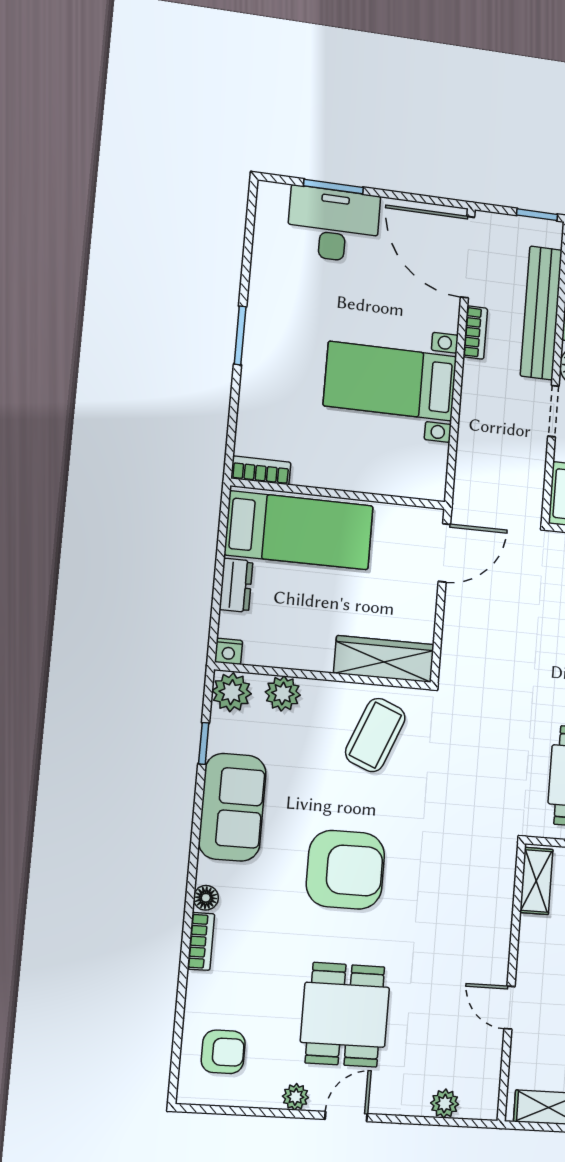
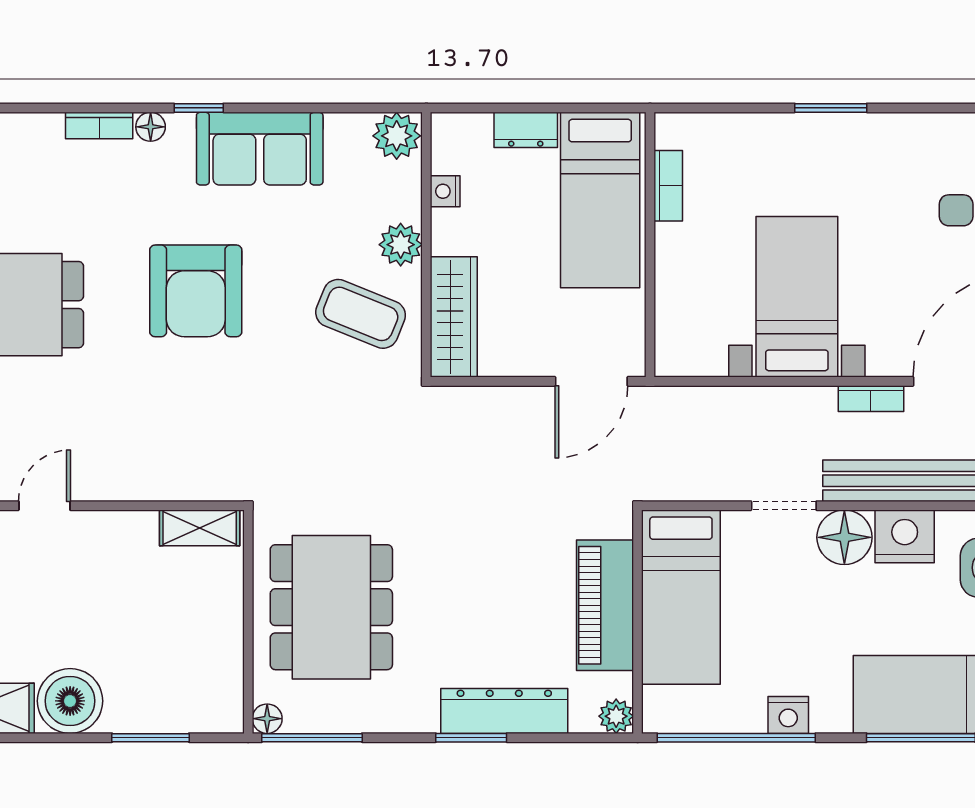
bookcase: (261, 470) -> (668, 186), moved
door: (444, 553) -> (591, 381), hinge flipped
nightstand: (228, 651) -> (445, 191), moved
plant: (283, 693) -> (401, 245), moved
window: (204, 743) -> (199, 108), moved

